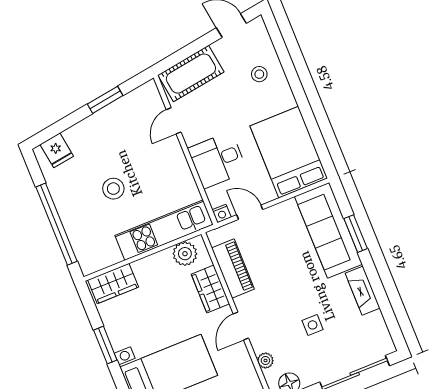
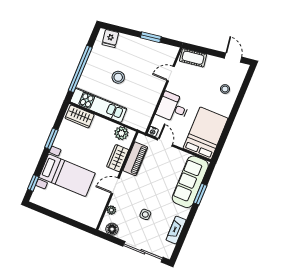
cot: (191, 74) -> (193, 58), width x0.73, depth x0.75
kitchen unit: (164, 230) -> (98, 105), moved
fireplace: (363, 291) -> (176, 230), moved

